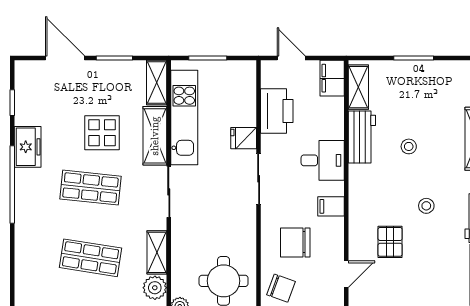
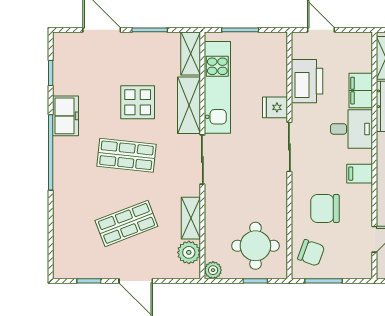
filing cabinet: (332, 78) -> (361, 91), moved
shop shelf: (90, 258) -> (126, 223), turned -30

